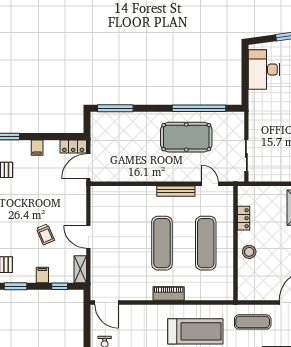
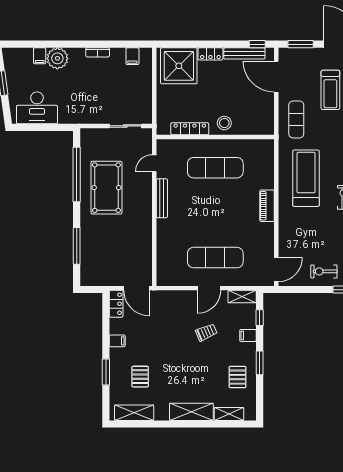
window: (115, 108) -> (77, 246), moved
locker: (244, 218) -> (190, 129), width x1.53
exercise mat: (162, 243) -> (215, 258), moved

